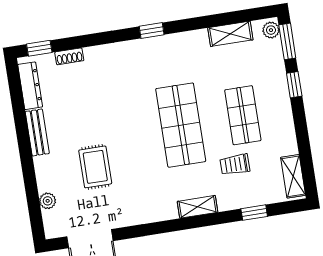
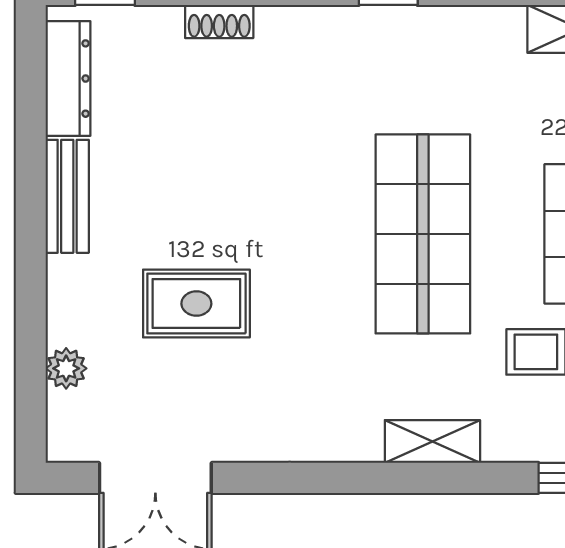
shoe rack: (69, 56) -> (219, 22), moved
rug: (95, 167) -> (196, 304), turned 90

